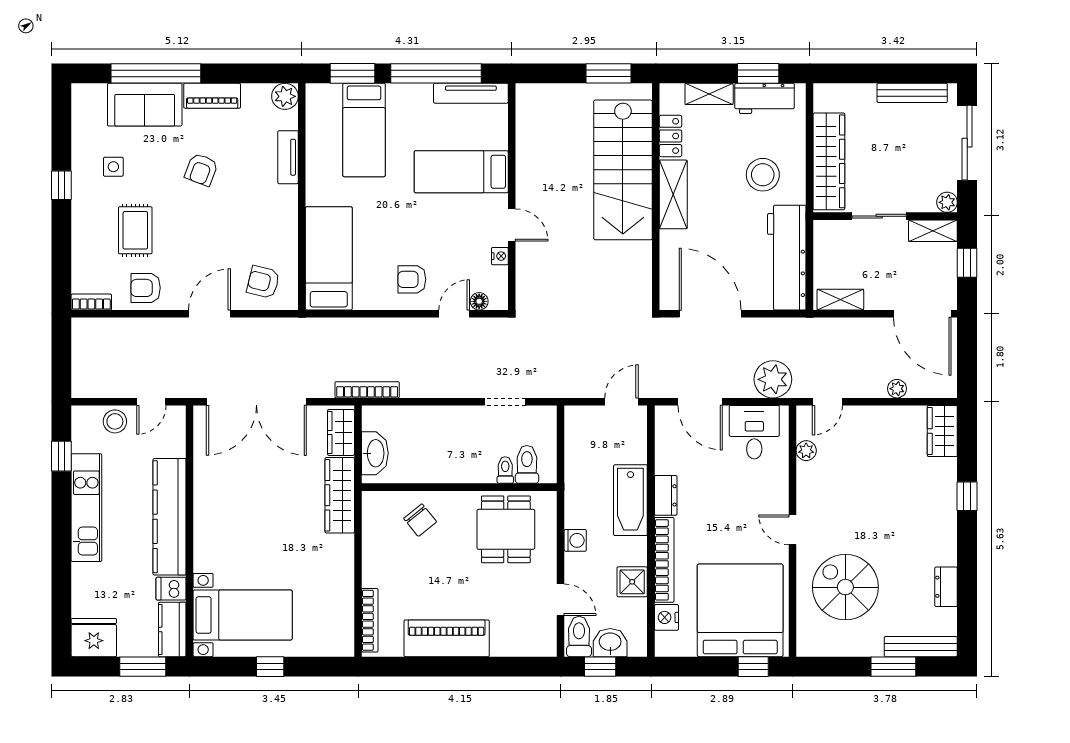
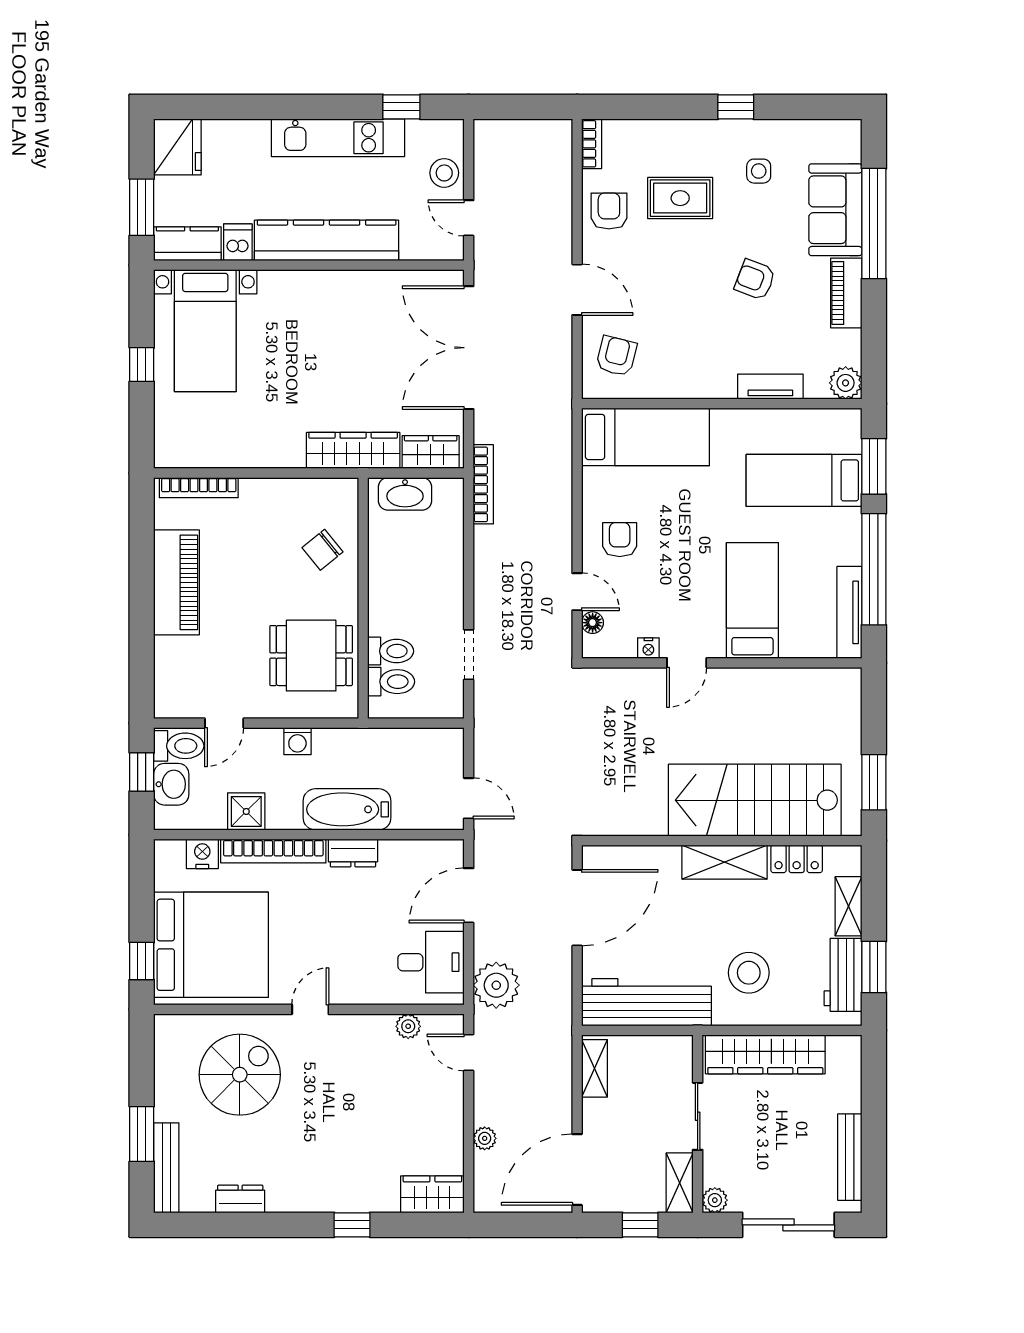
toilet: (505, 470) -> (391, 651), width x1.37, depth x1.39

